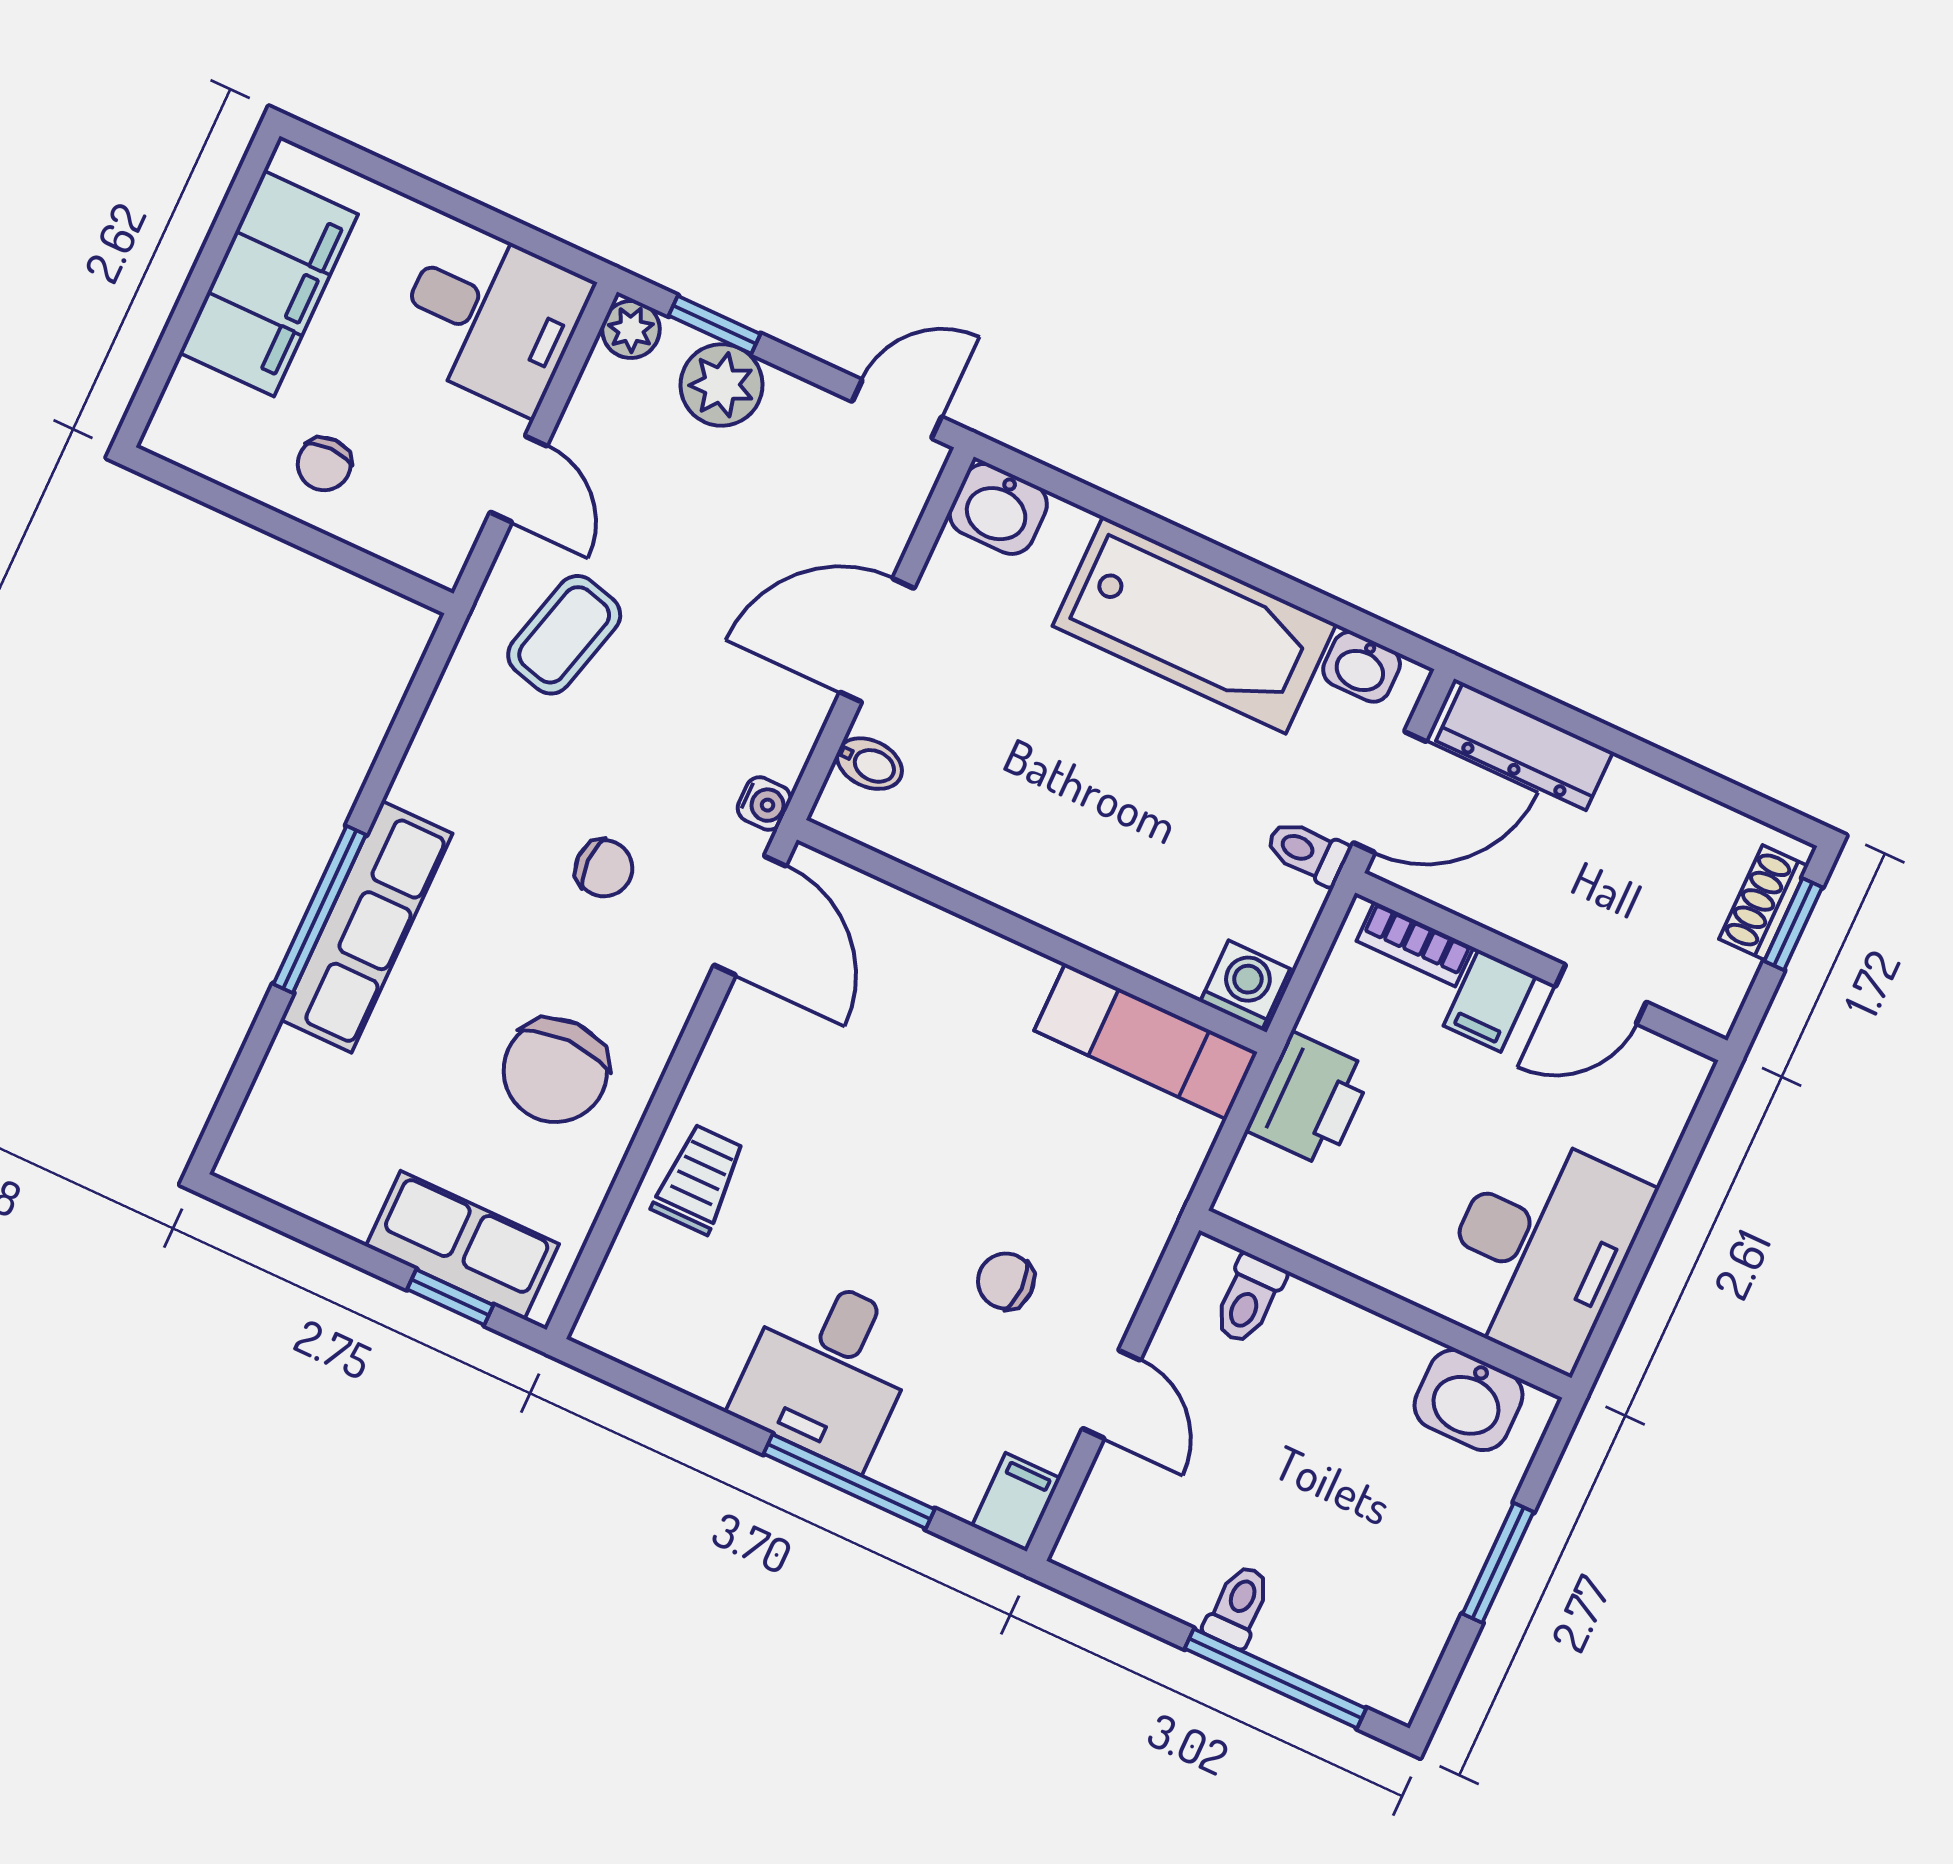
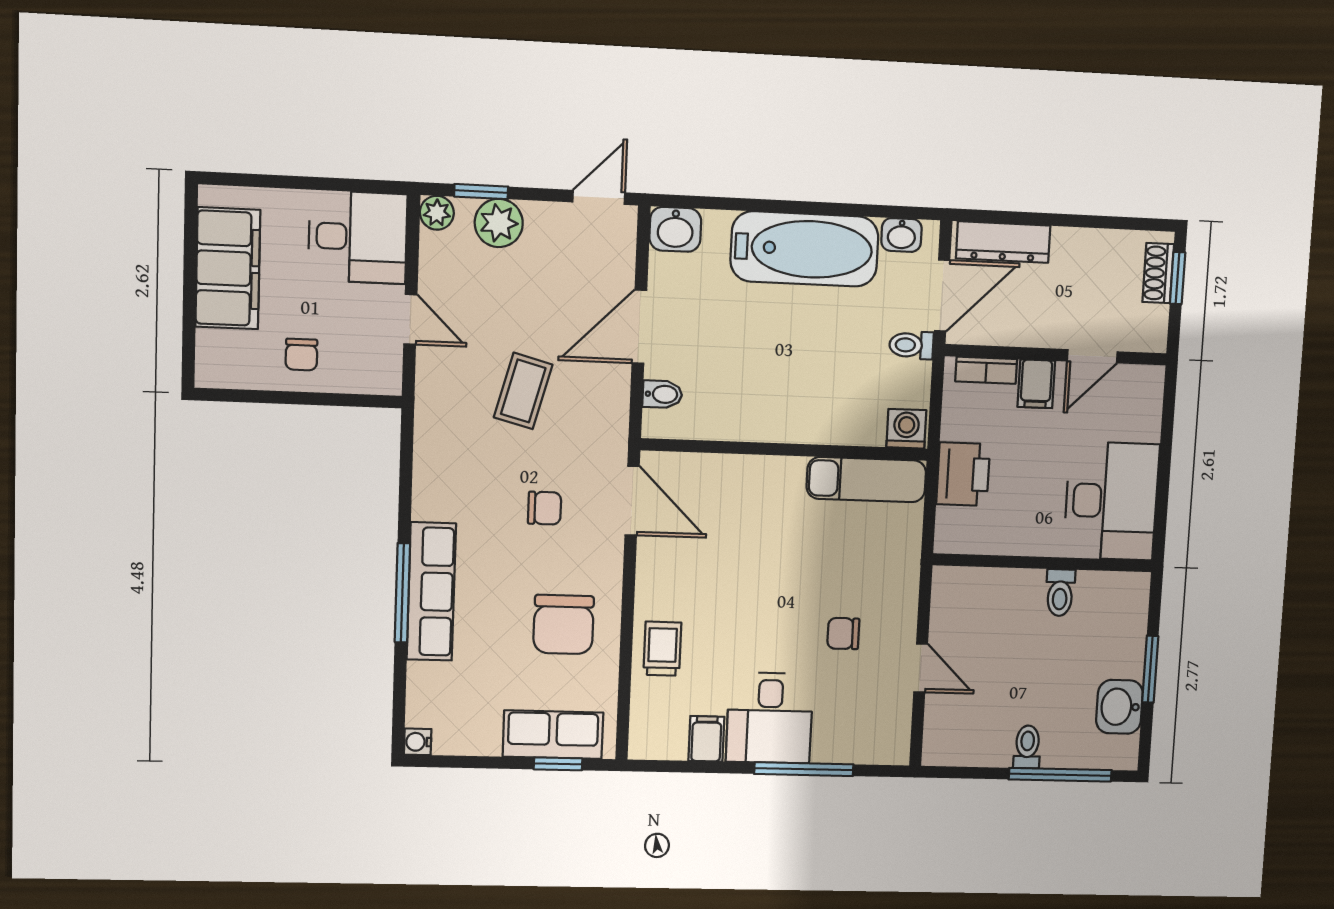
coffee table: (564, 635) -> (523, 391), moved
water cooler: (764, 804) -> (418, 742), moved, turned 180
toilet: (1249, 1299) -> (1060, 593), moved
washbasin: (1468, 1400) -> (1119, 707), moved, turned 90
filing cabinet: (1016, 1502) -> (706, 739), moved

